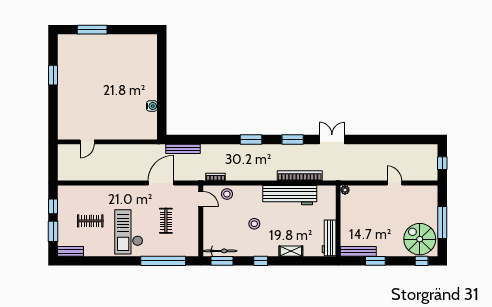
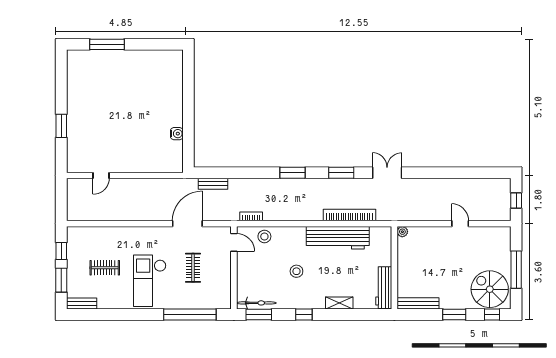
window: (53, 75) -> (61, 126), moved
bench: (183, 149) -> (213, 184), width x0.73
window: (375, 261) -> (454, 315), moved

